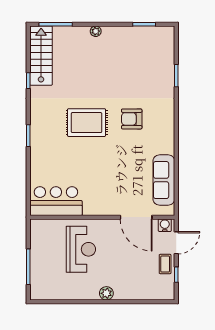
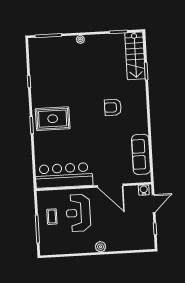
stairs: (41, 56) -> (135, 56), moved, turned 180
rug: (87, 123) -> (53, 119), moved
bar counter: (56, 201) -> (64, 175), width x1.36
door: (136, 217) -> (110, 186), moved
reception desk: (81, 249) -> (78, 213), turned 180
coffee table: (165, 264) -> (52, 217), moved

